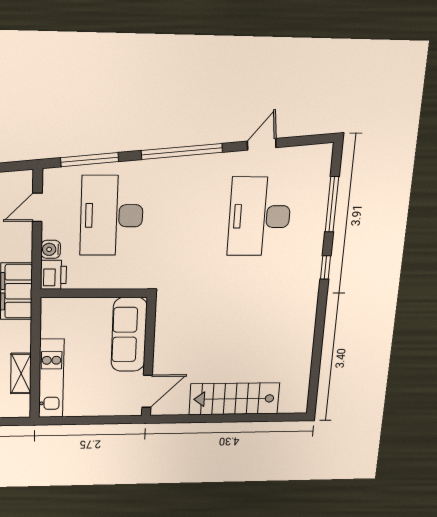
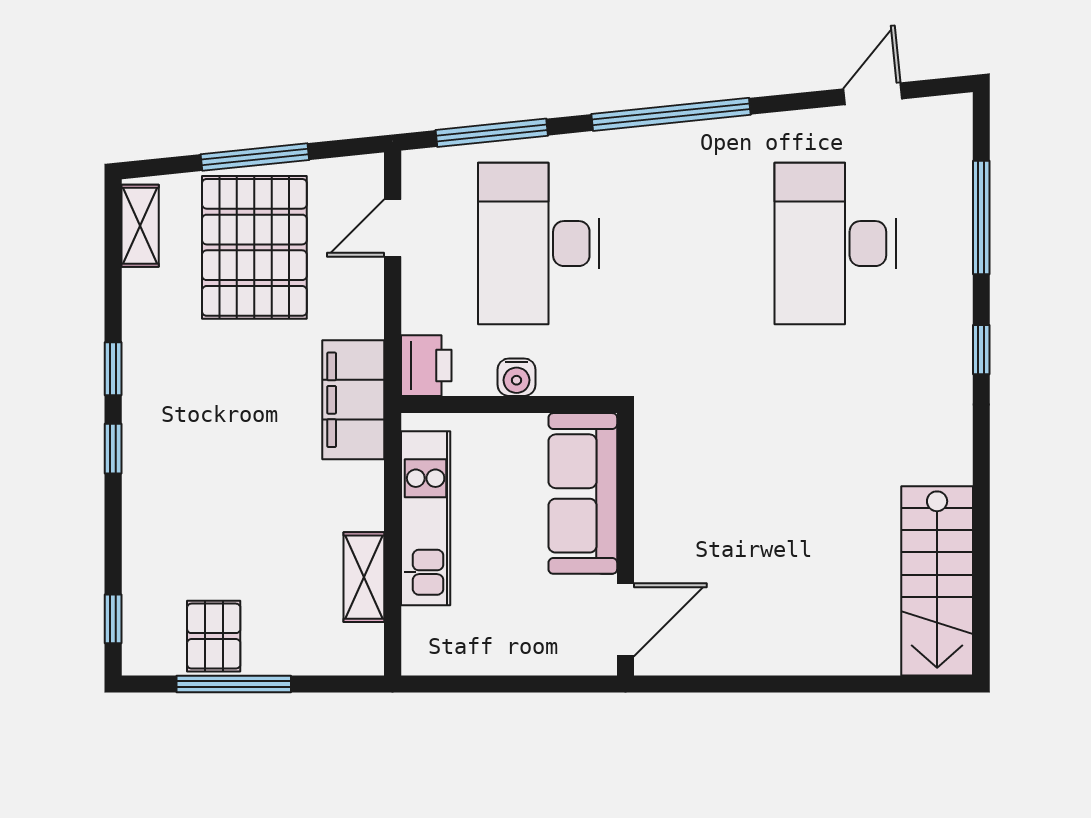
door: (262, 144) -> (873, 94), moved
water cooler: (51, 249) -> (517, 377), moved, turned -90
kitchen unit: (51, 378) -> (426, 518), moved
stairs: (234, 399) -> (937, 581), moved, turned -90

